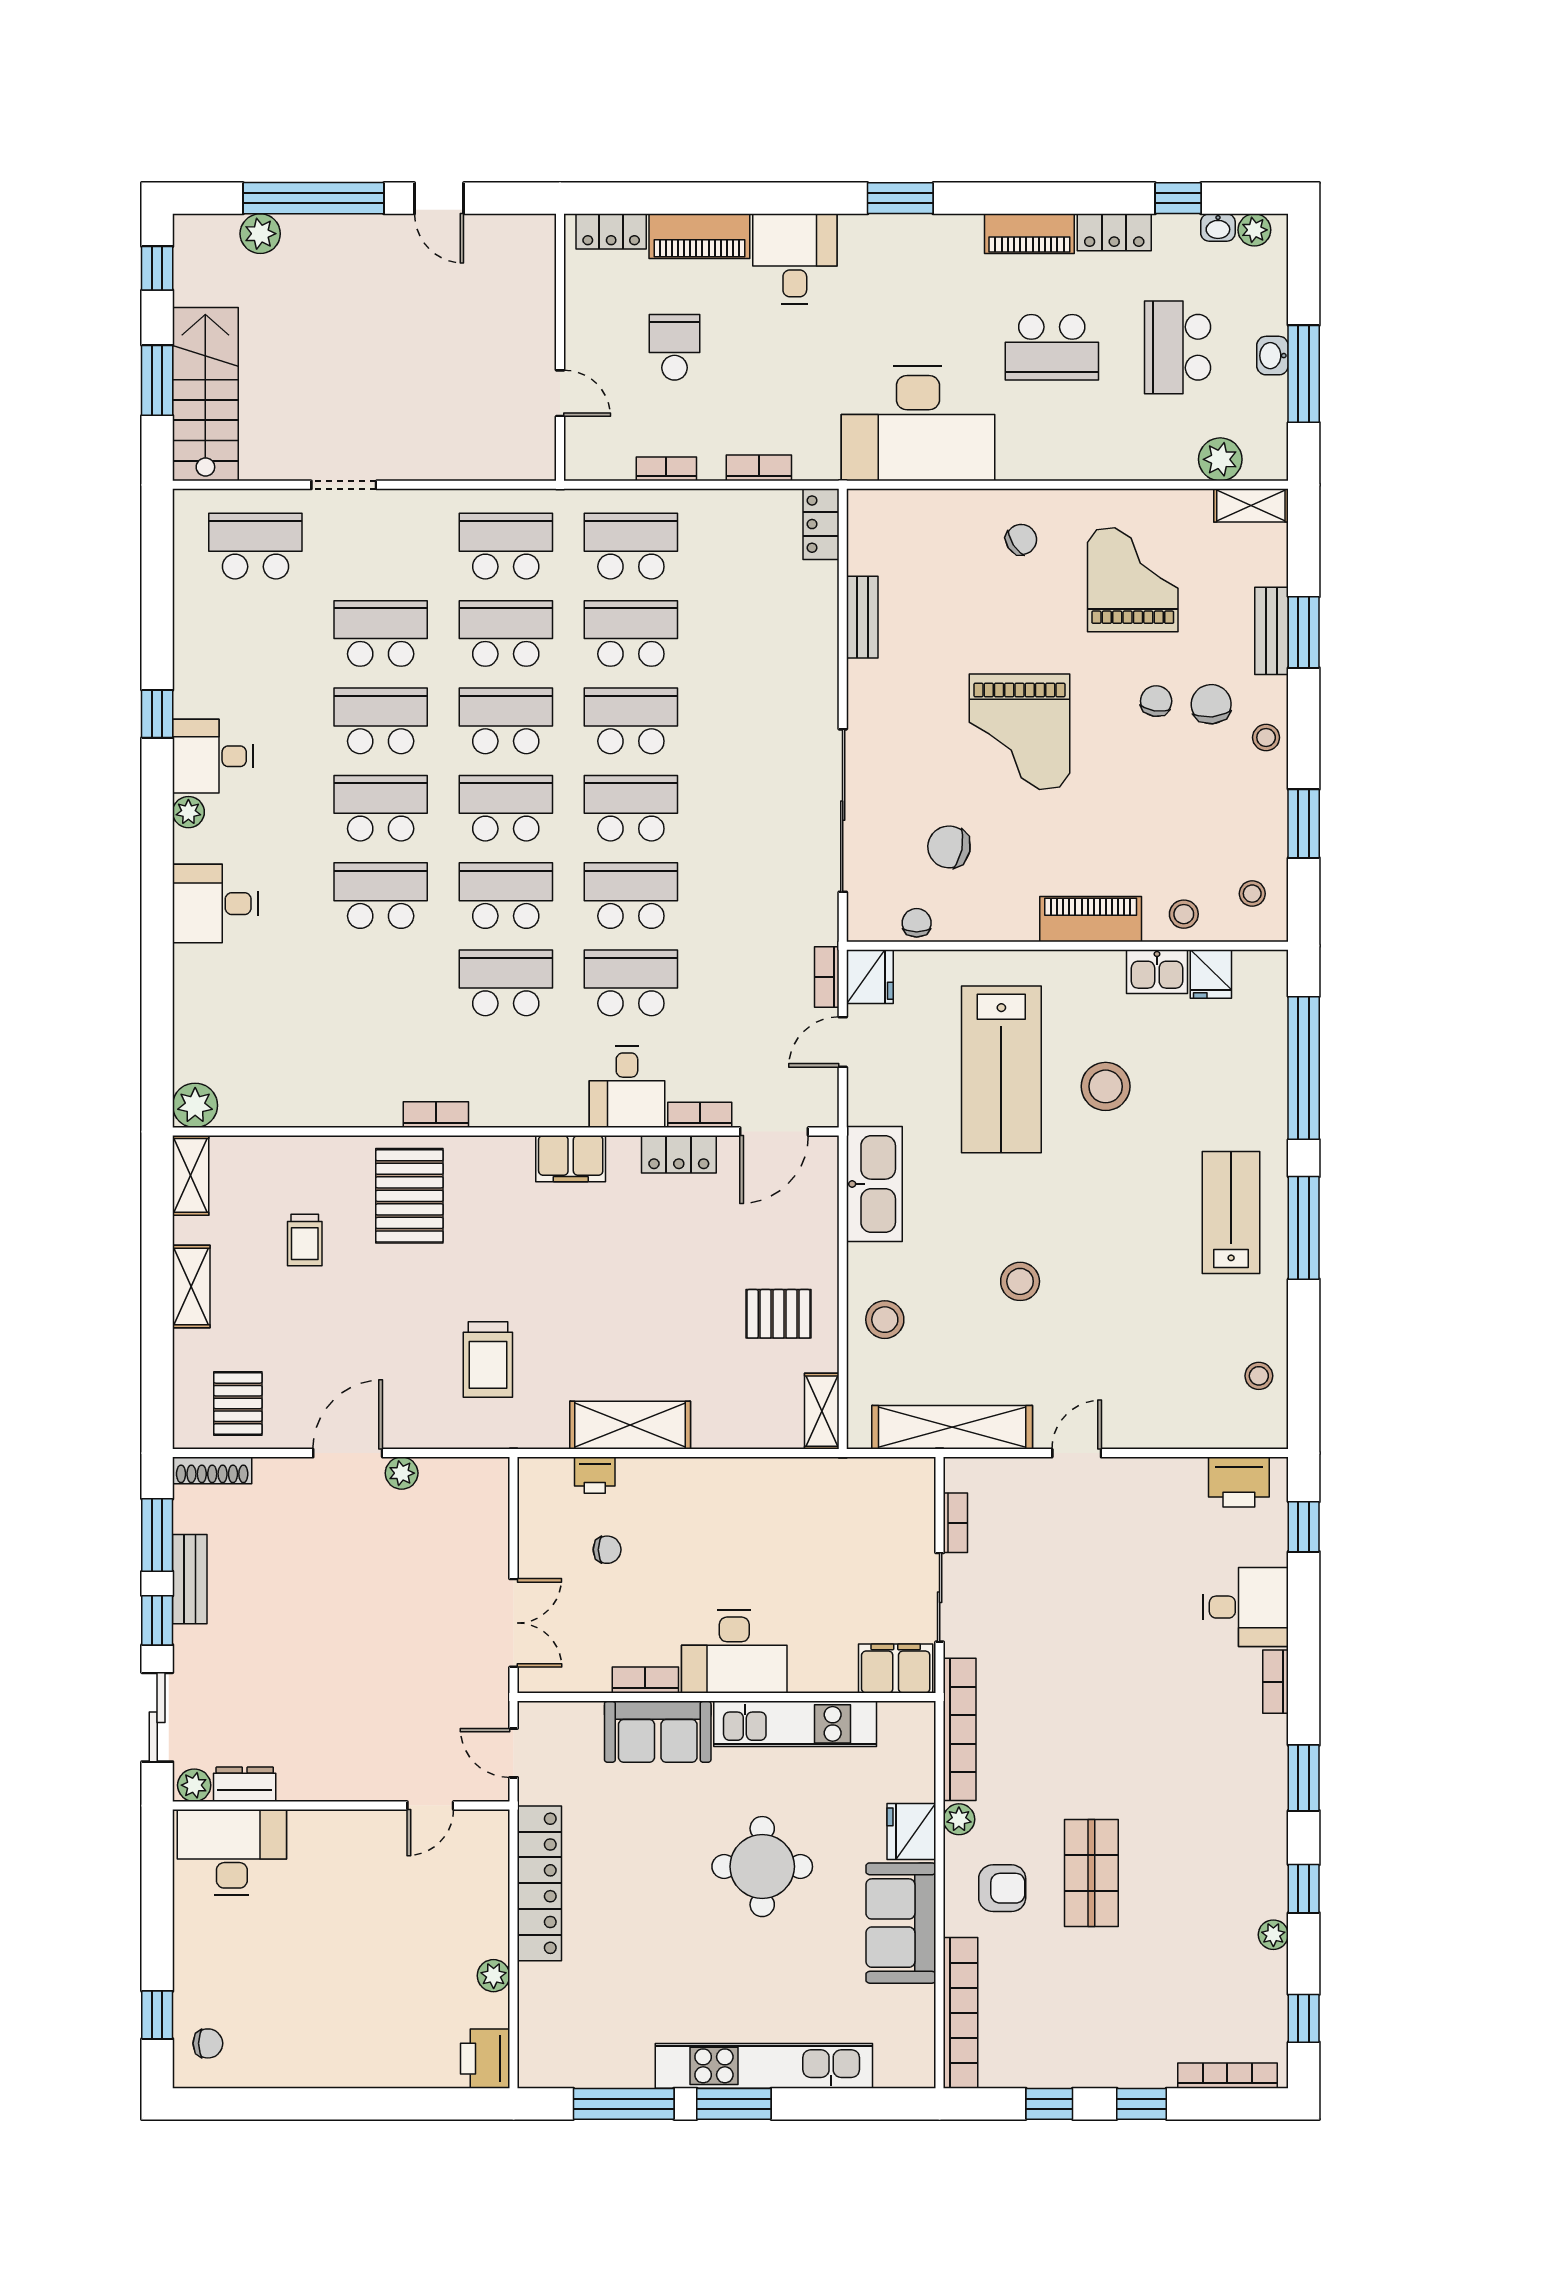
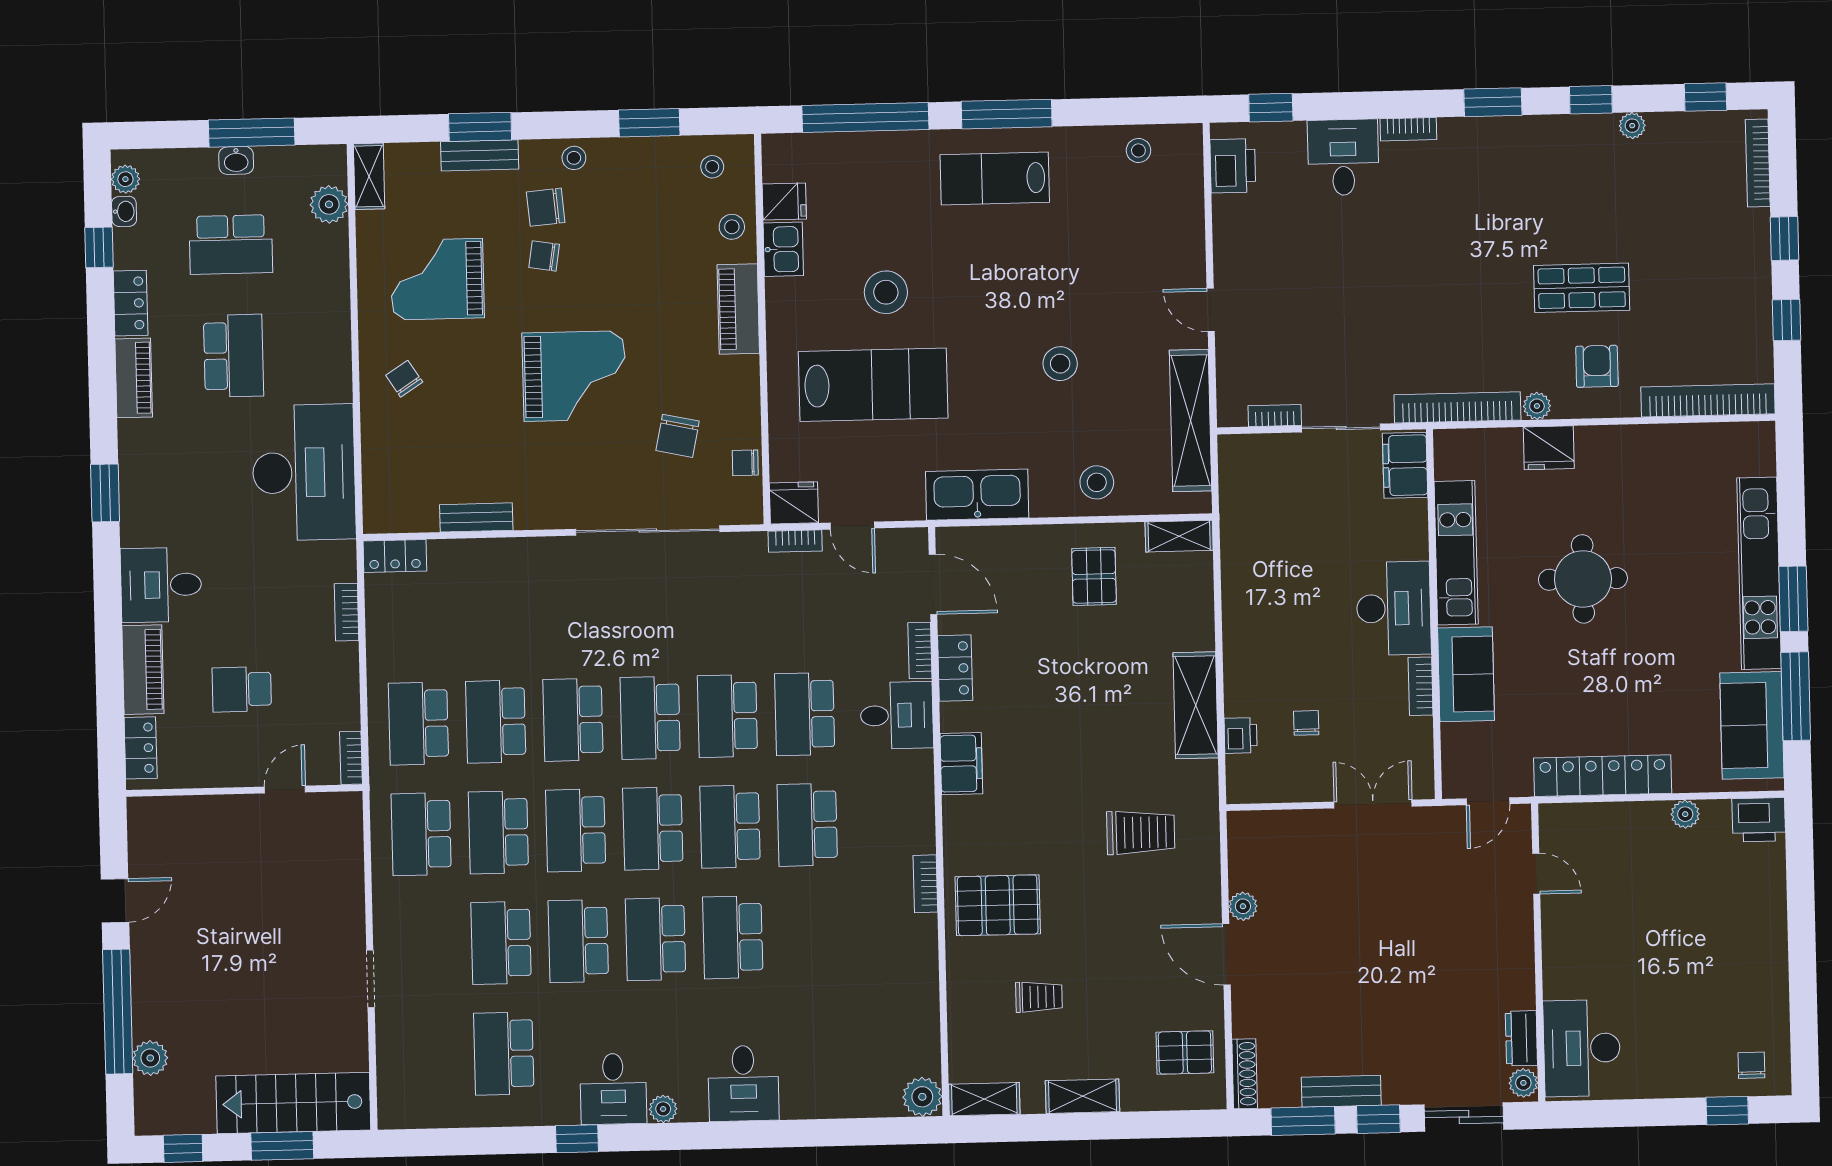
bookcase: (666, 469) -> (351, 758), moved
school desk: (255, 546) -> (504, 1054), moved
sofa: (901, 1923) -> (1752, 725), moved, turned 90

